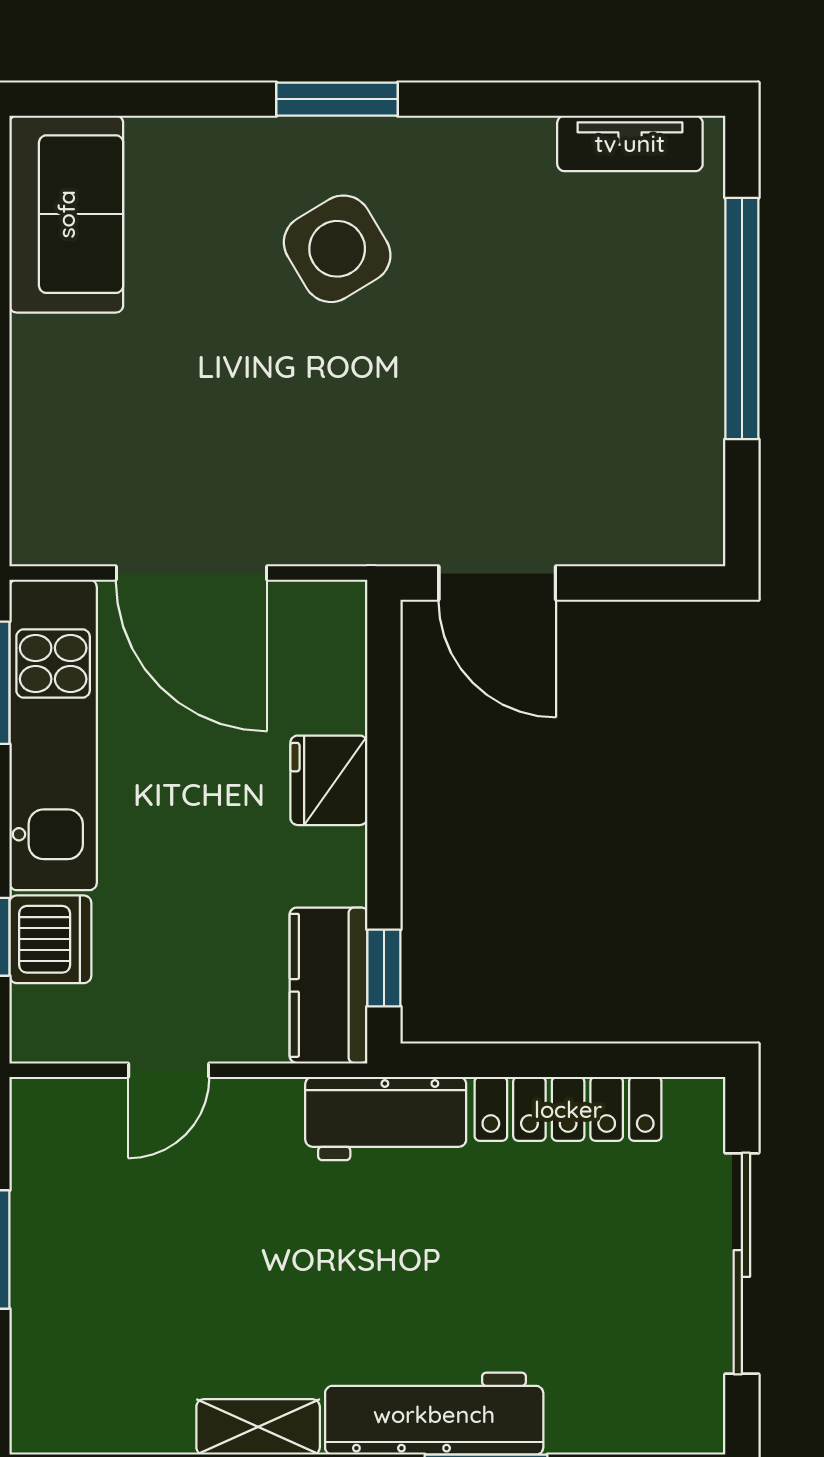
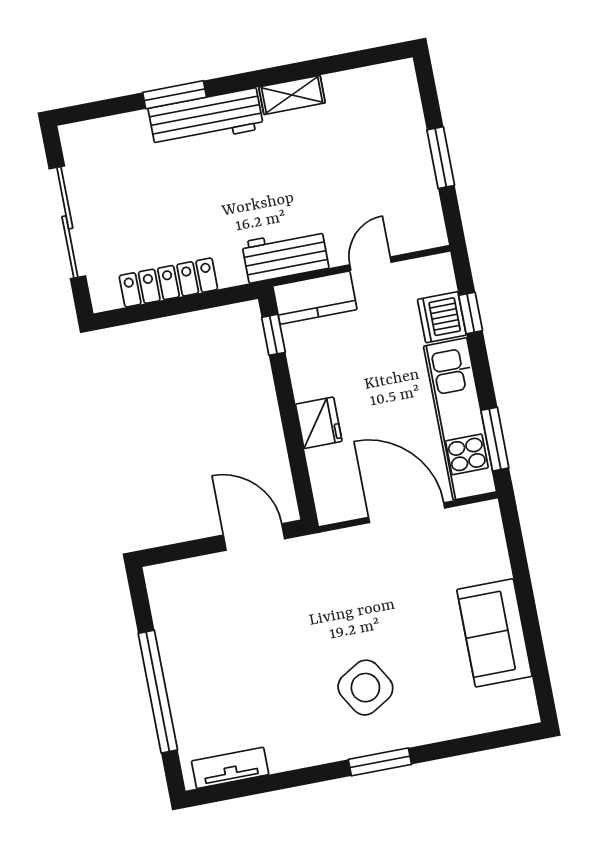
sofa: (66, 214) -> (494, 633), moved
kitchen counter: (328, 985) -> (315, 298), moved, turned 90
workbench: (386, 1118) -> (285, 255), moved

